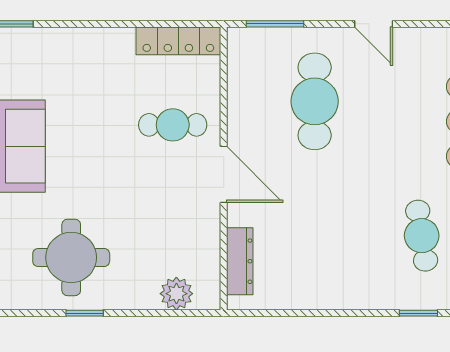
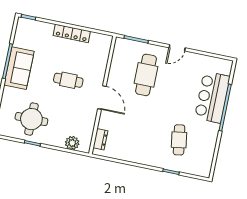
door: (374, 24) -> (177, 48), hinge flipped
locker: (178, 41) -> (72, 33), moved
cafe table: (173, 125) -> (68, 80), moved
dresser: (240, 261) -> (100, 139), width x0.70

